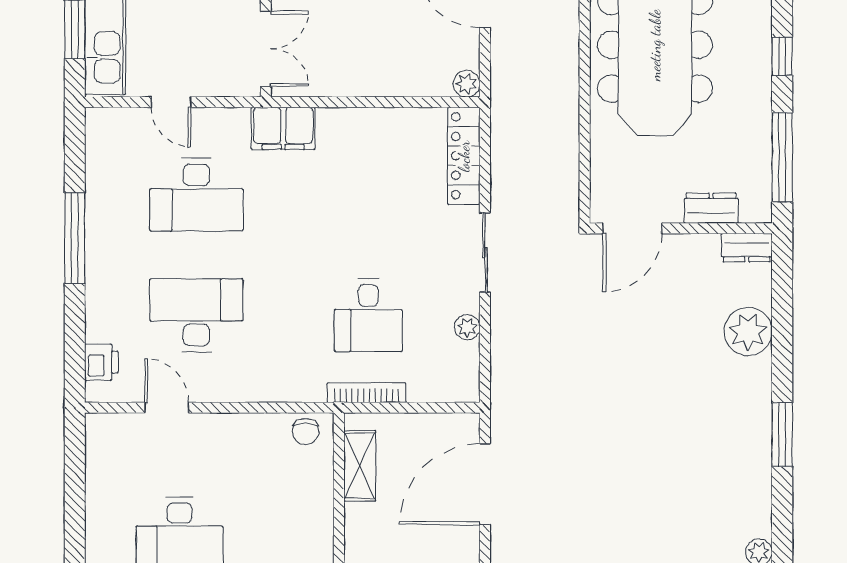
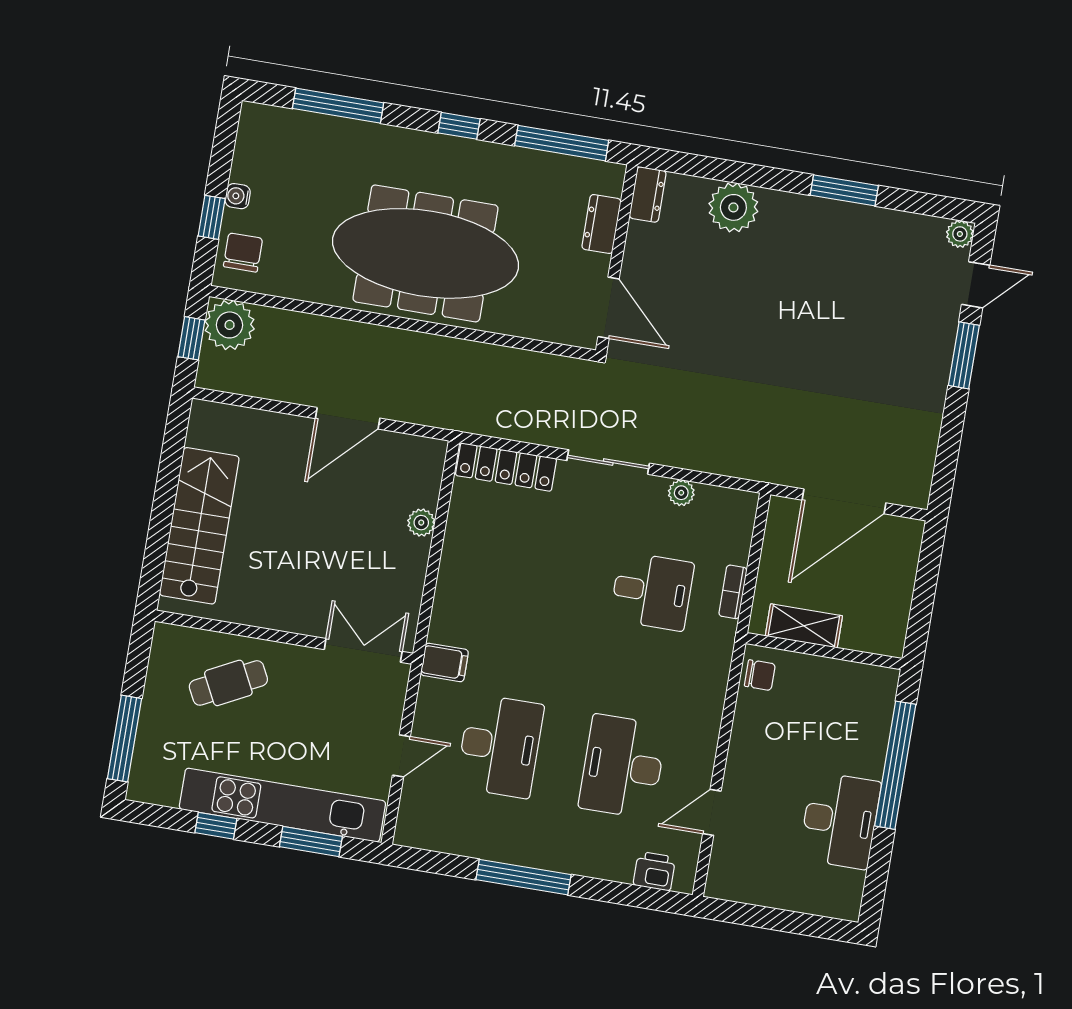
plant: (467, 84) -> (421, 523), moved
filing cabinet: (283, 128) -> (445, 662), width x0.50
bookcase: (367, 393) -> (733, 592), width x0.64
door: (485, 484) -> (844, 501), hinge flipped

